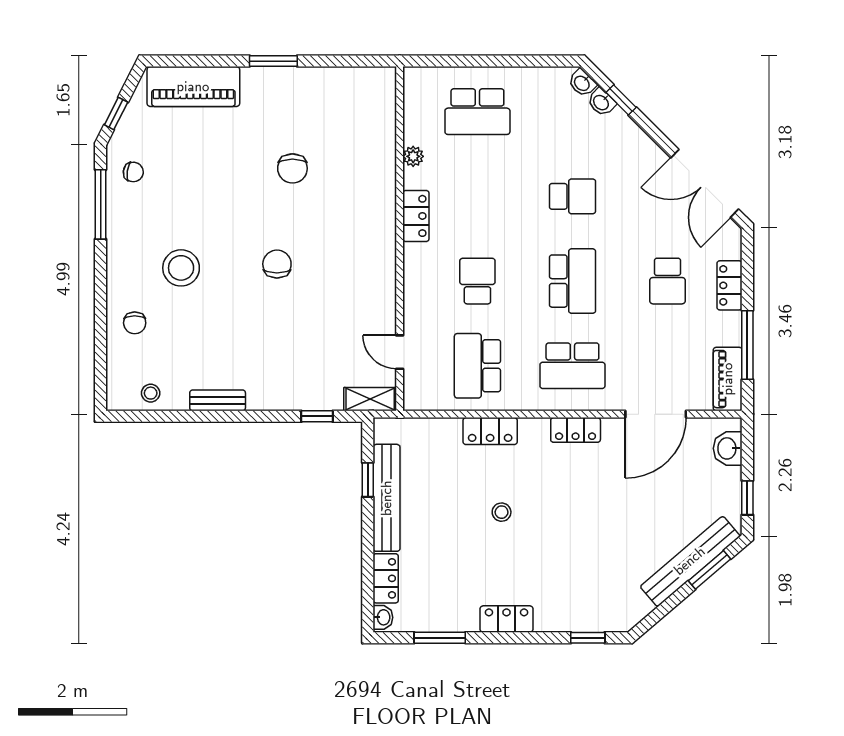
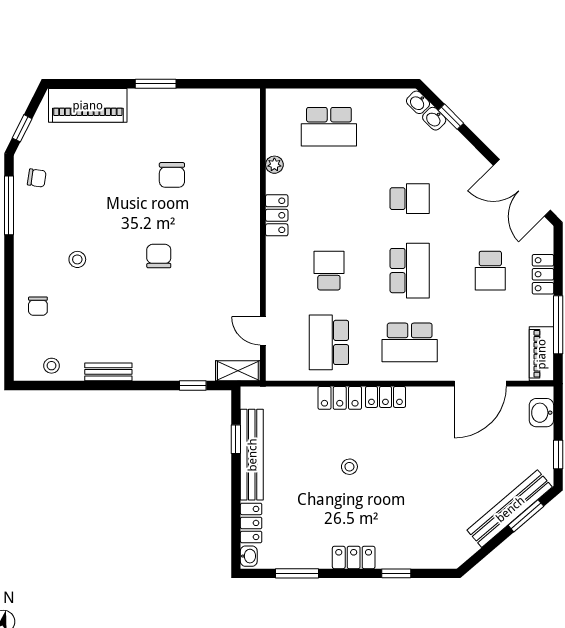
stool: (181, 268) -> (77, 259), width x0.53, depth x0.53
locker: (576, 430) -> (385, 397), moved
window: (588, 638) -> (396, 573), moved

